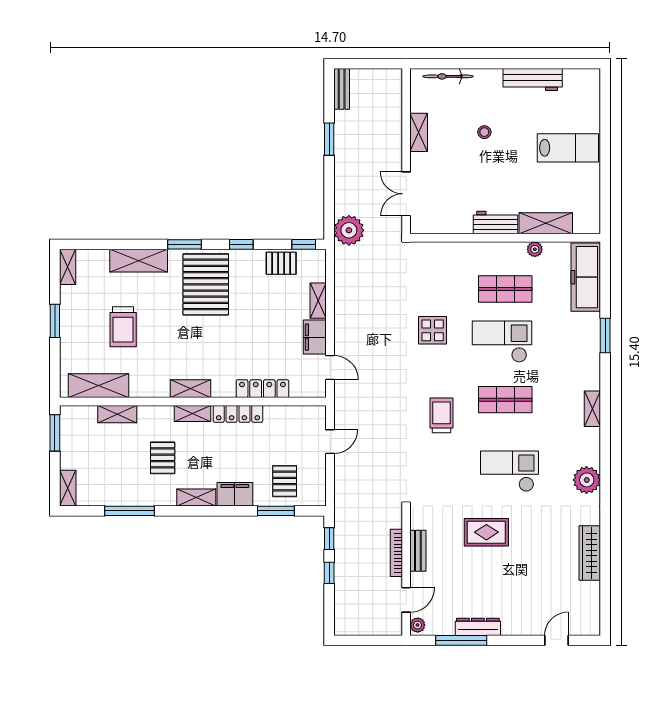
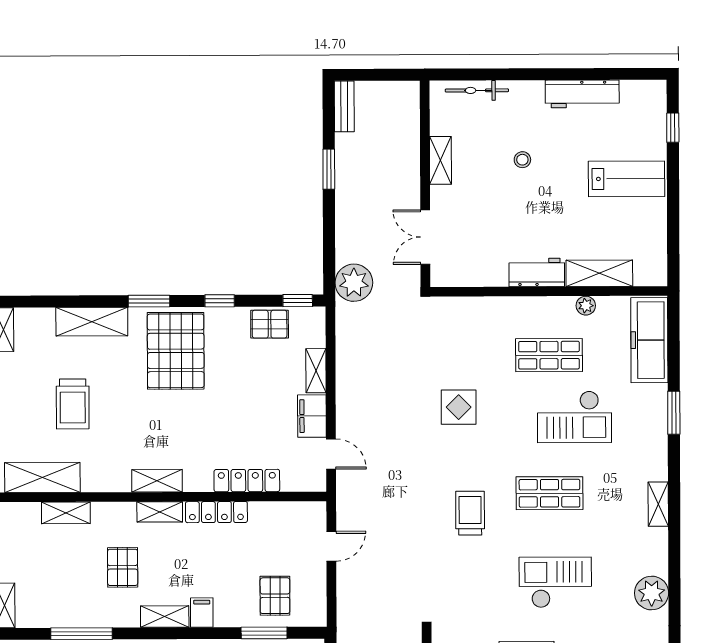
window: (605, 107) -> (673, 128), added
checkout: (502, 342) -> (574, 417), moved, turned 180
filing cabinet: (235, 494) -> (202, 612), width x0.50

